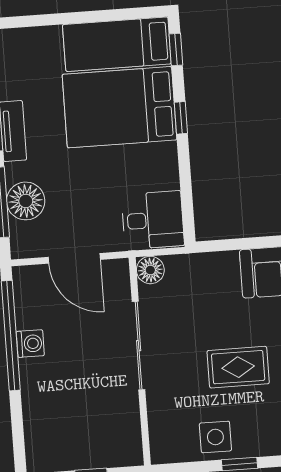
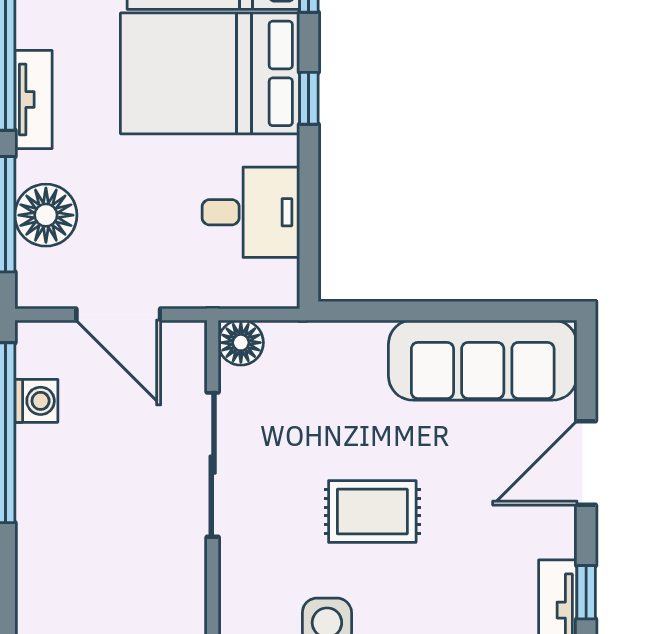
desk: (153, 220) -> (251, 212), moved
washing machine: (30, 344) -> (36, 401), moved

